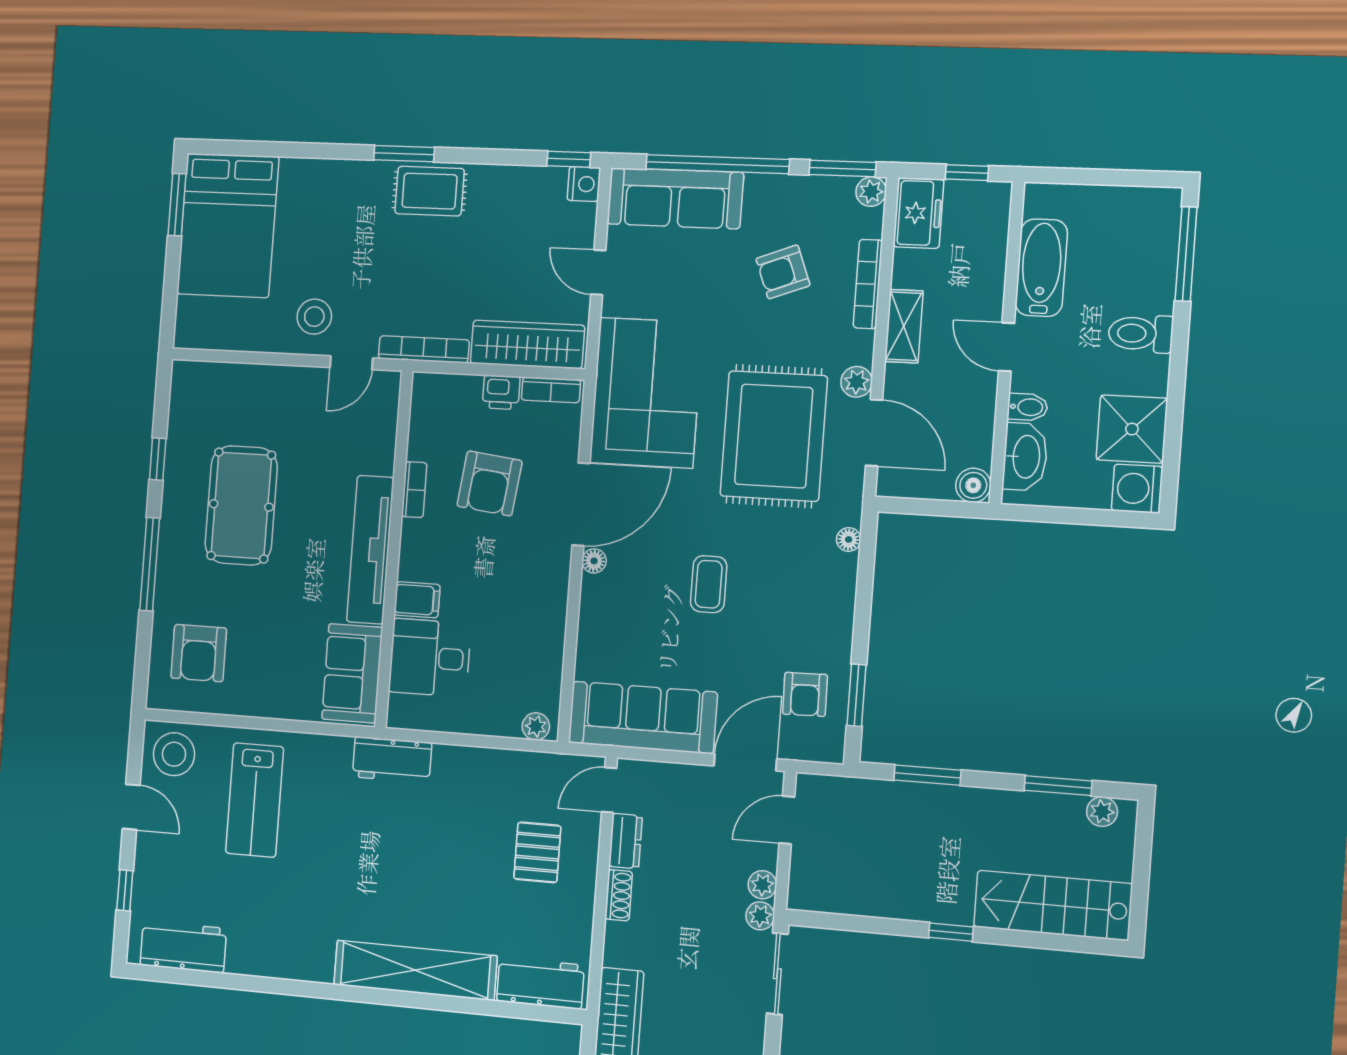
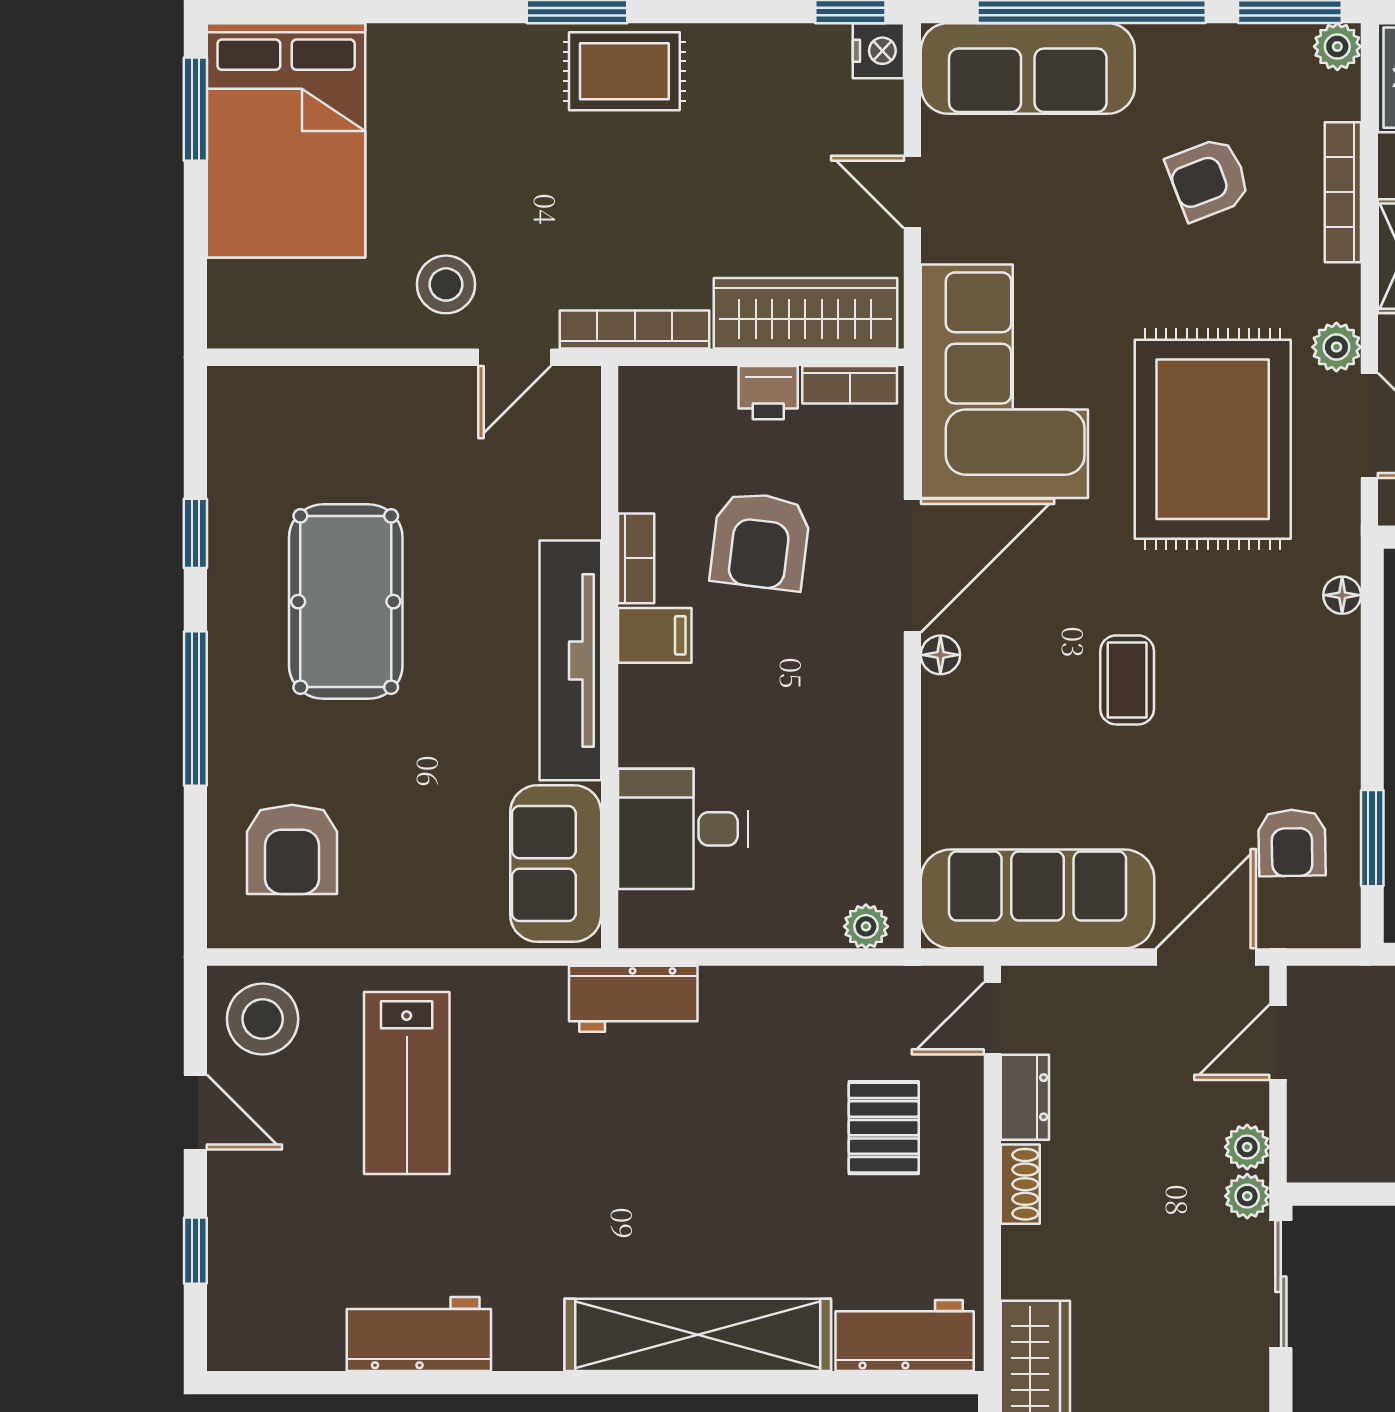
filing cabinet: (417, 600) -> (655, 635), moved
workbench: (183, 947) -> (419, 1334), moved

